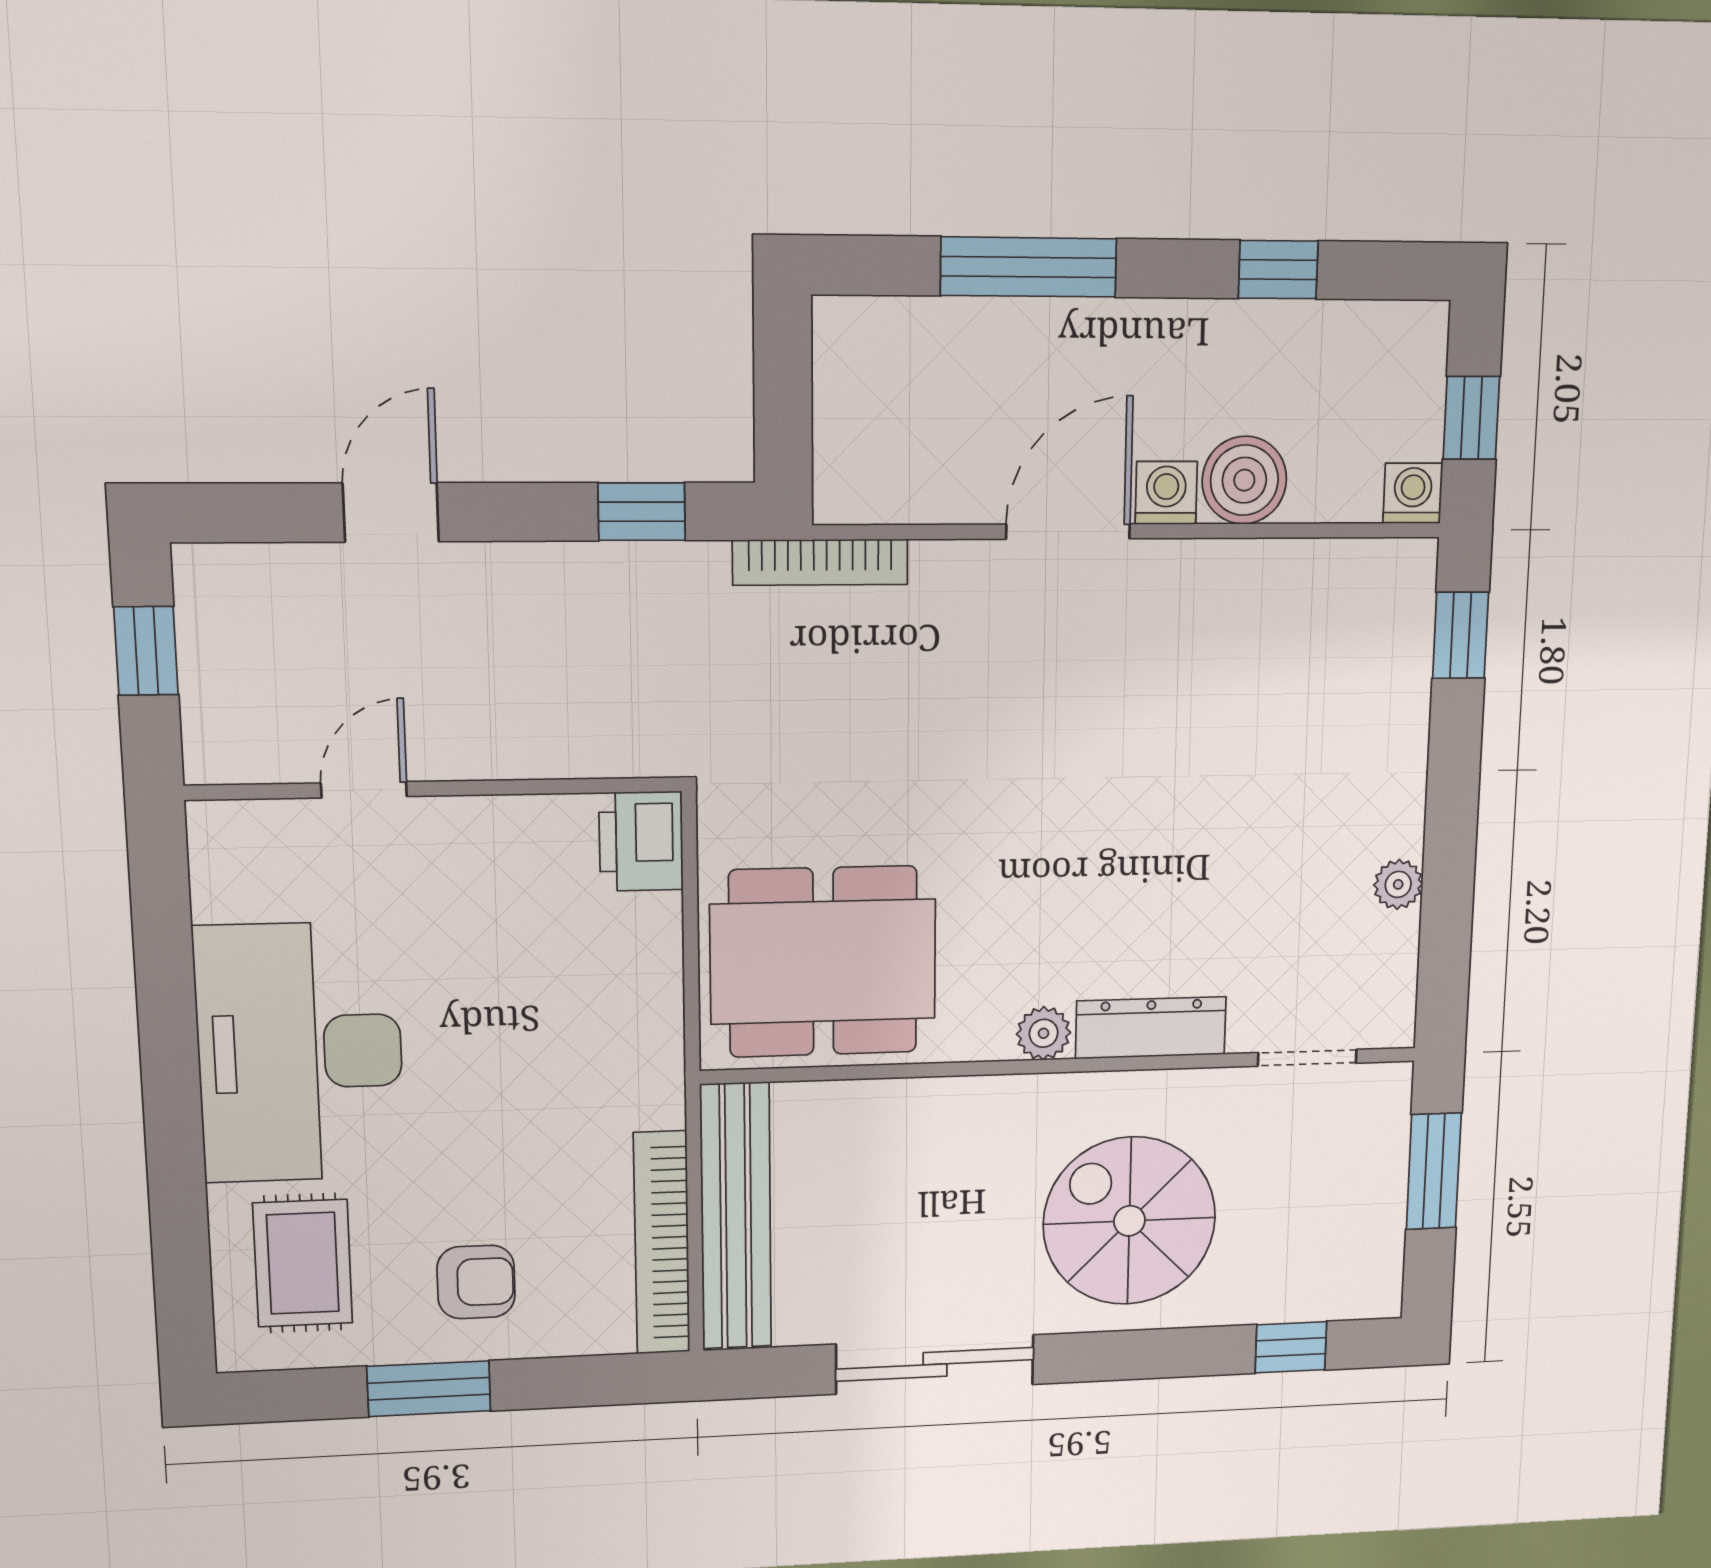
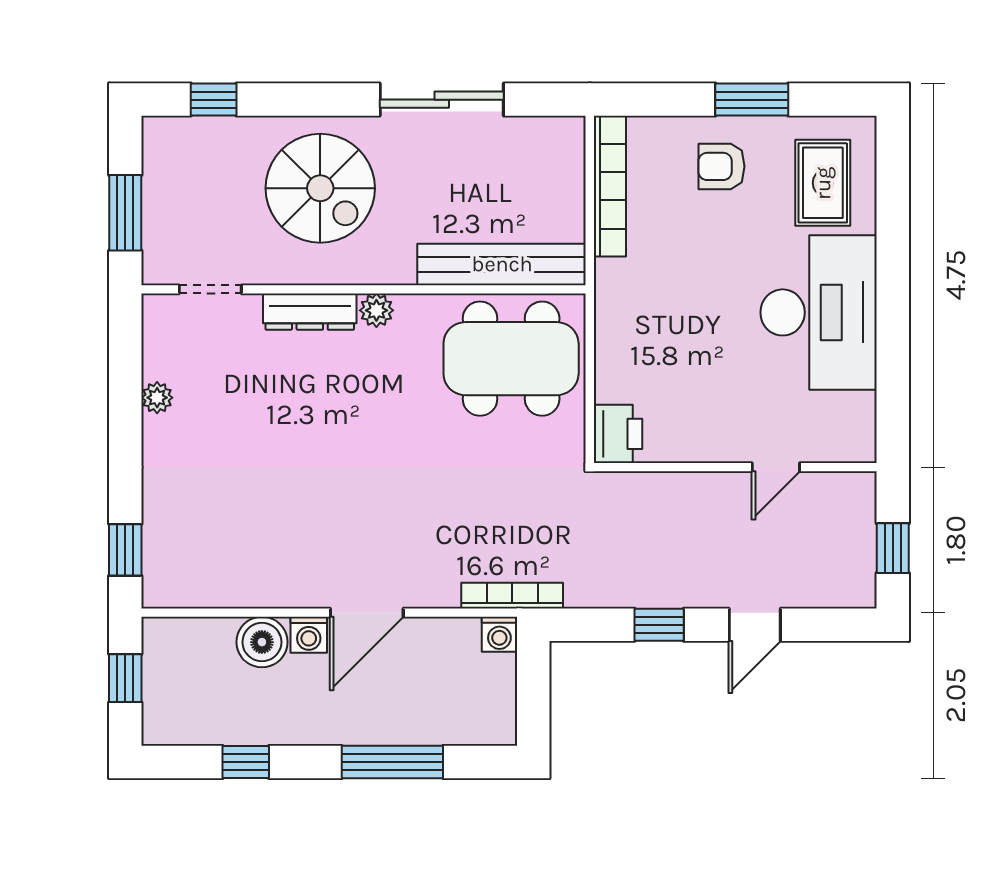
washing machine: (1413, 493) -> (499, 634), moved
window: (642, 512) -> (659, 625), moved
bench: (736, 1216) -> (502, 264), moved, turned 90

